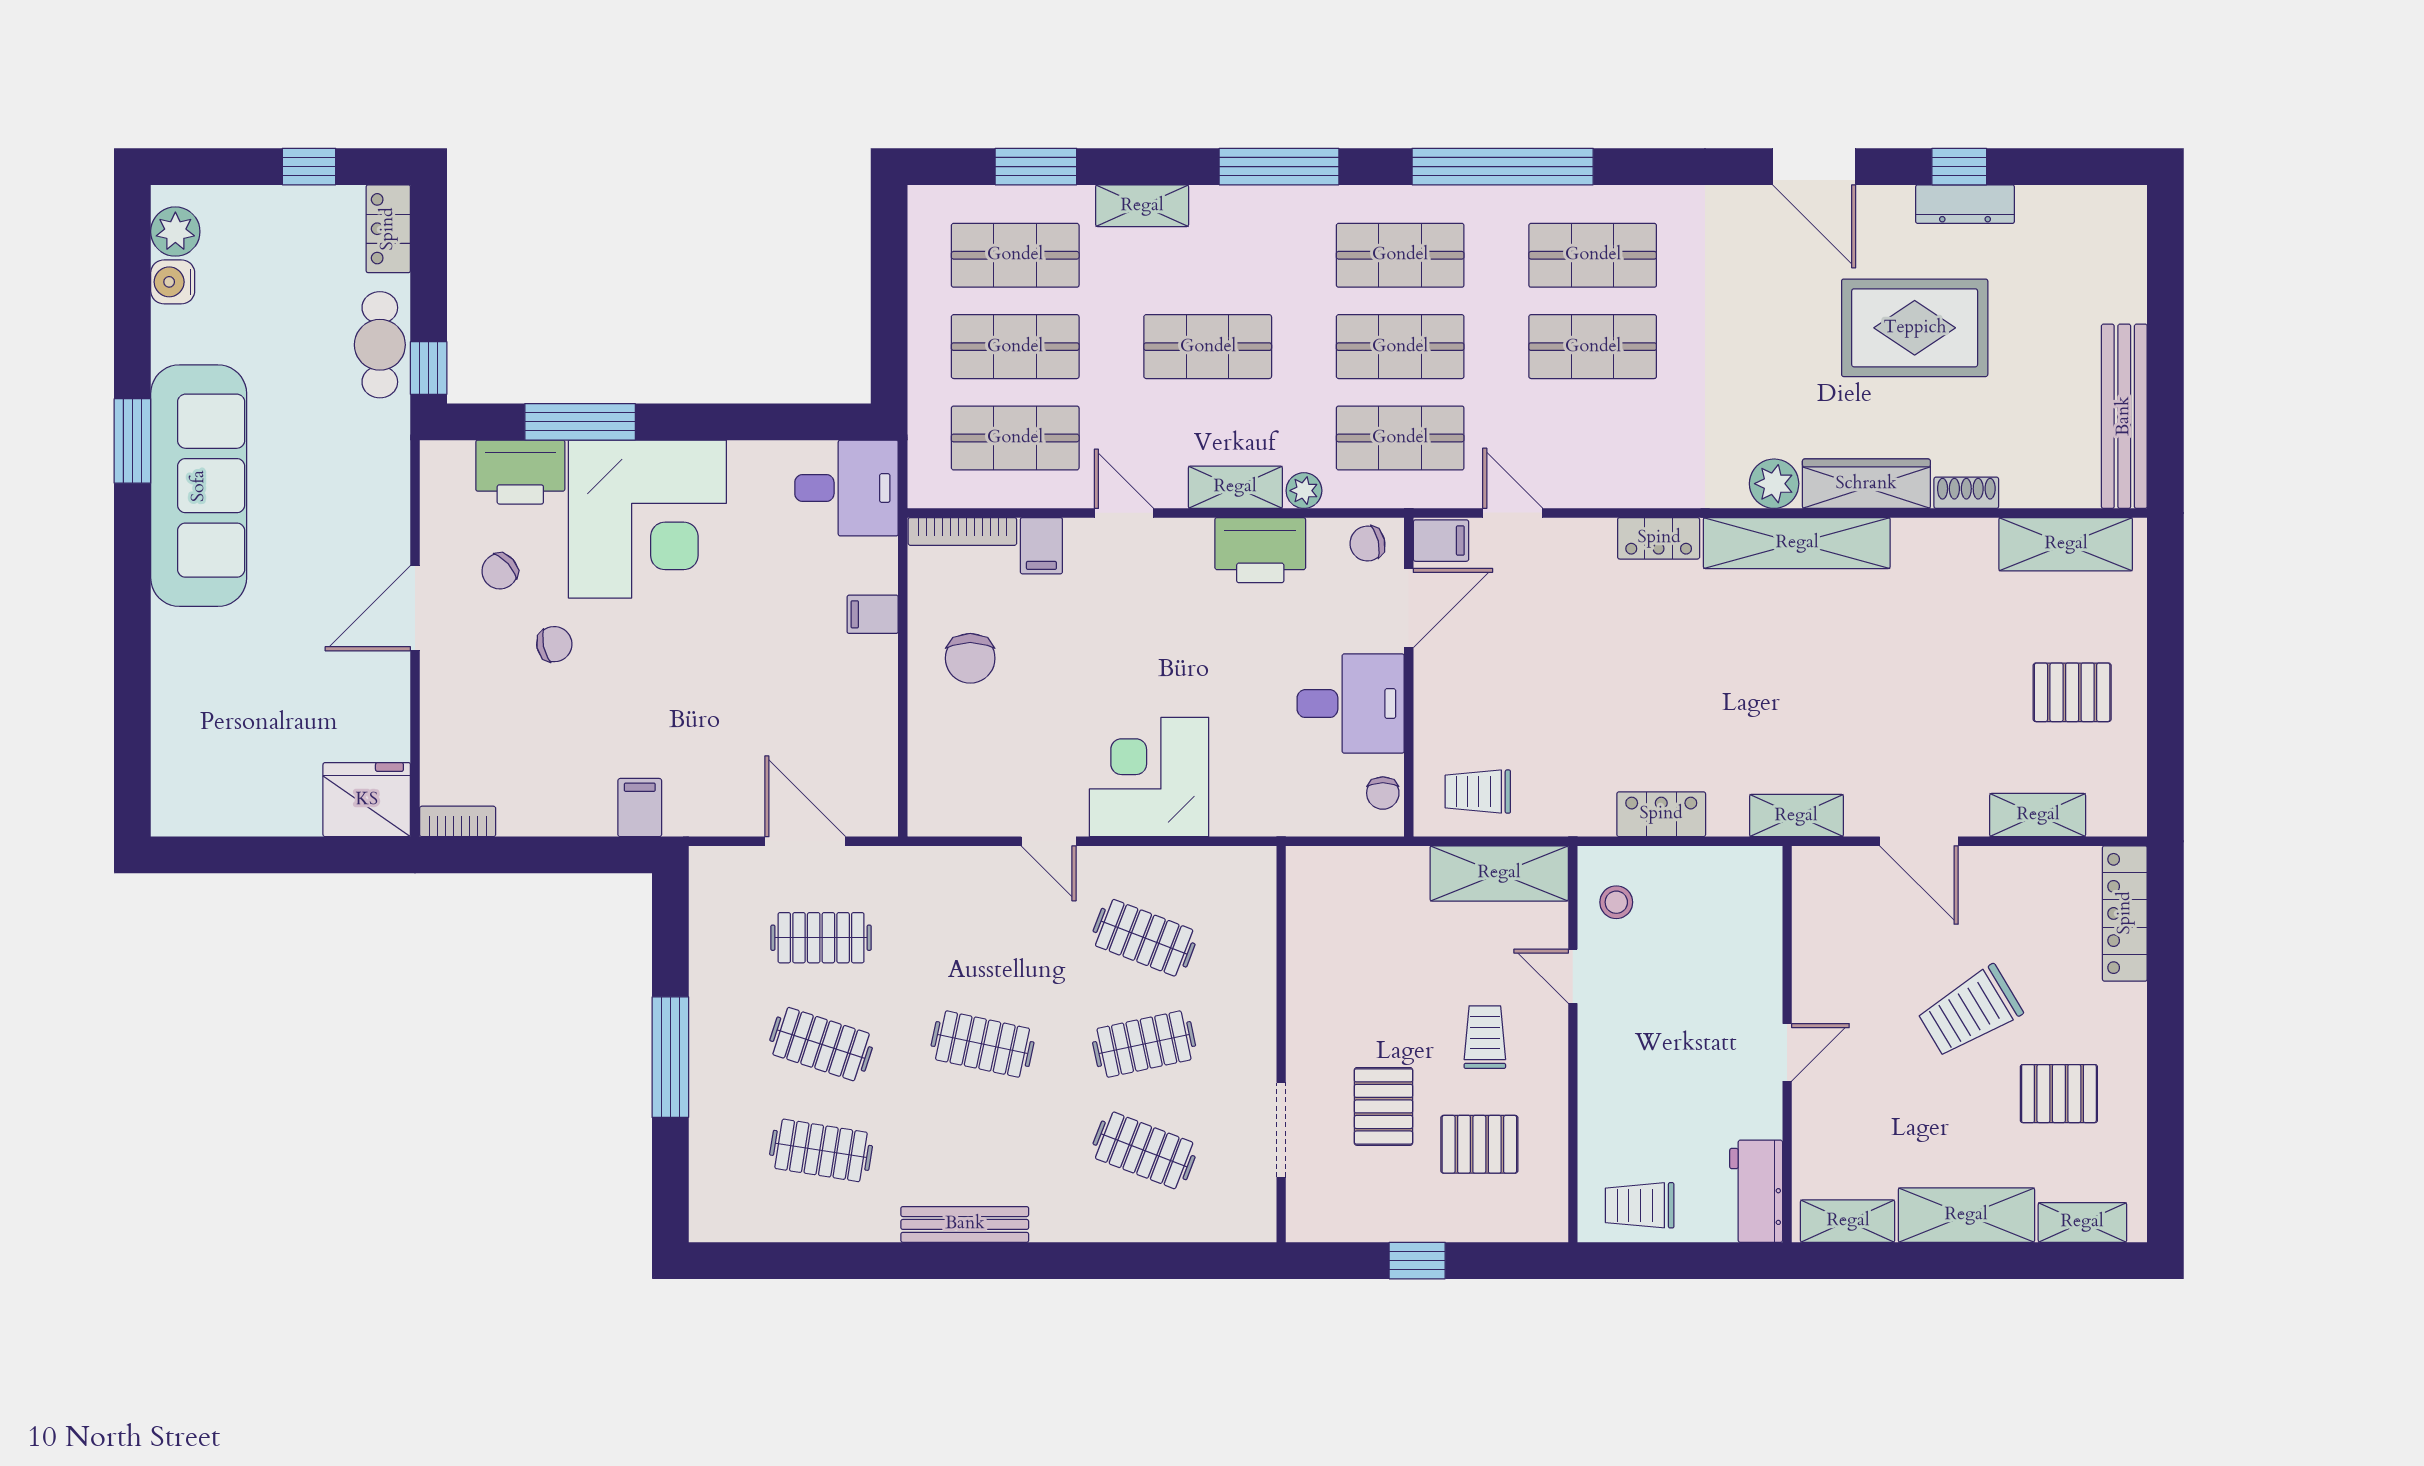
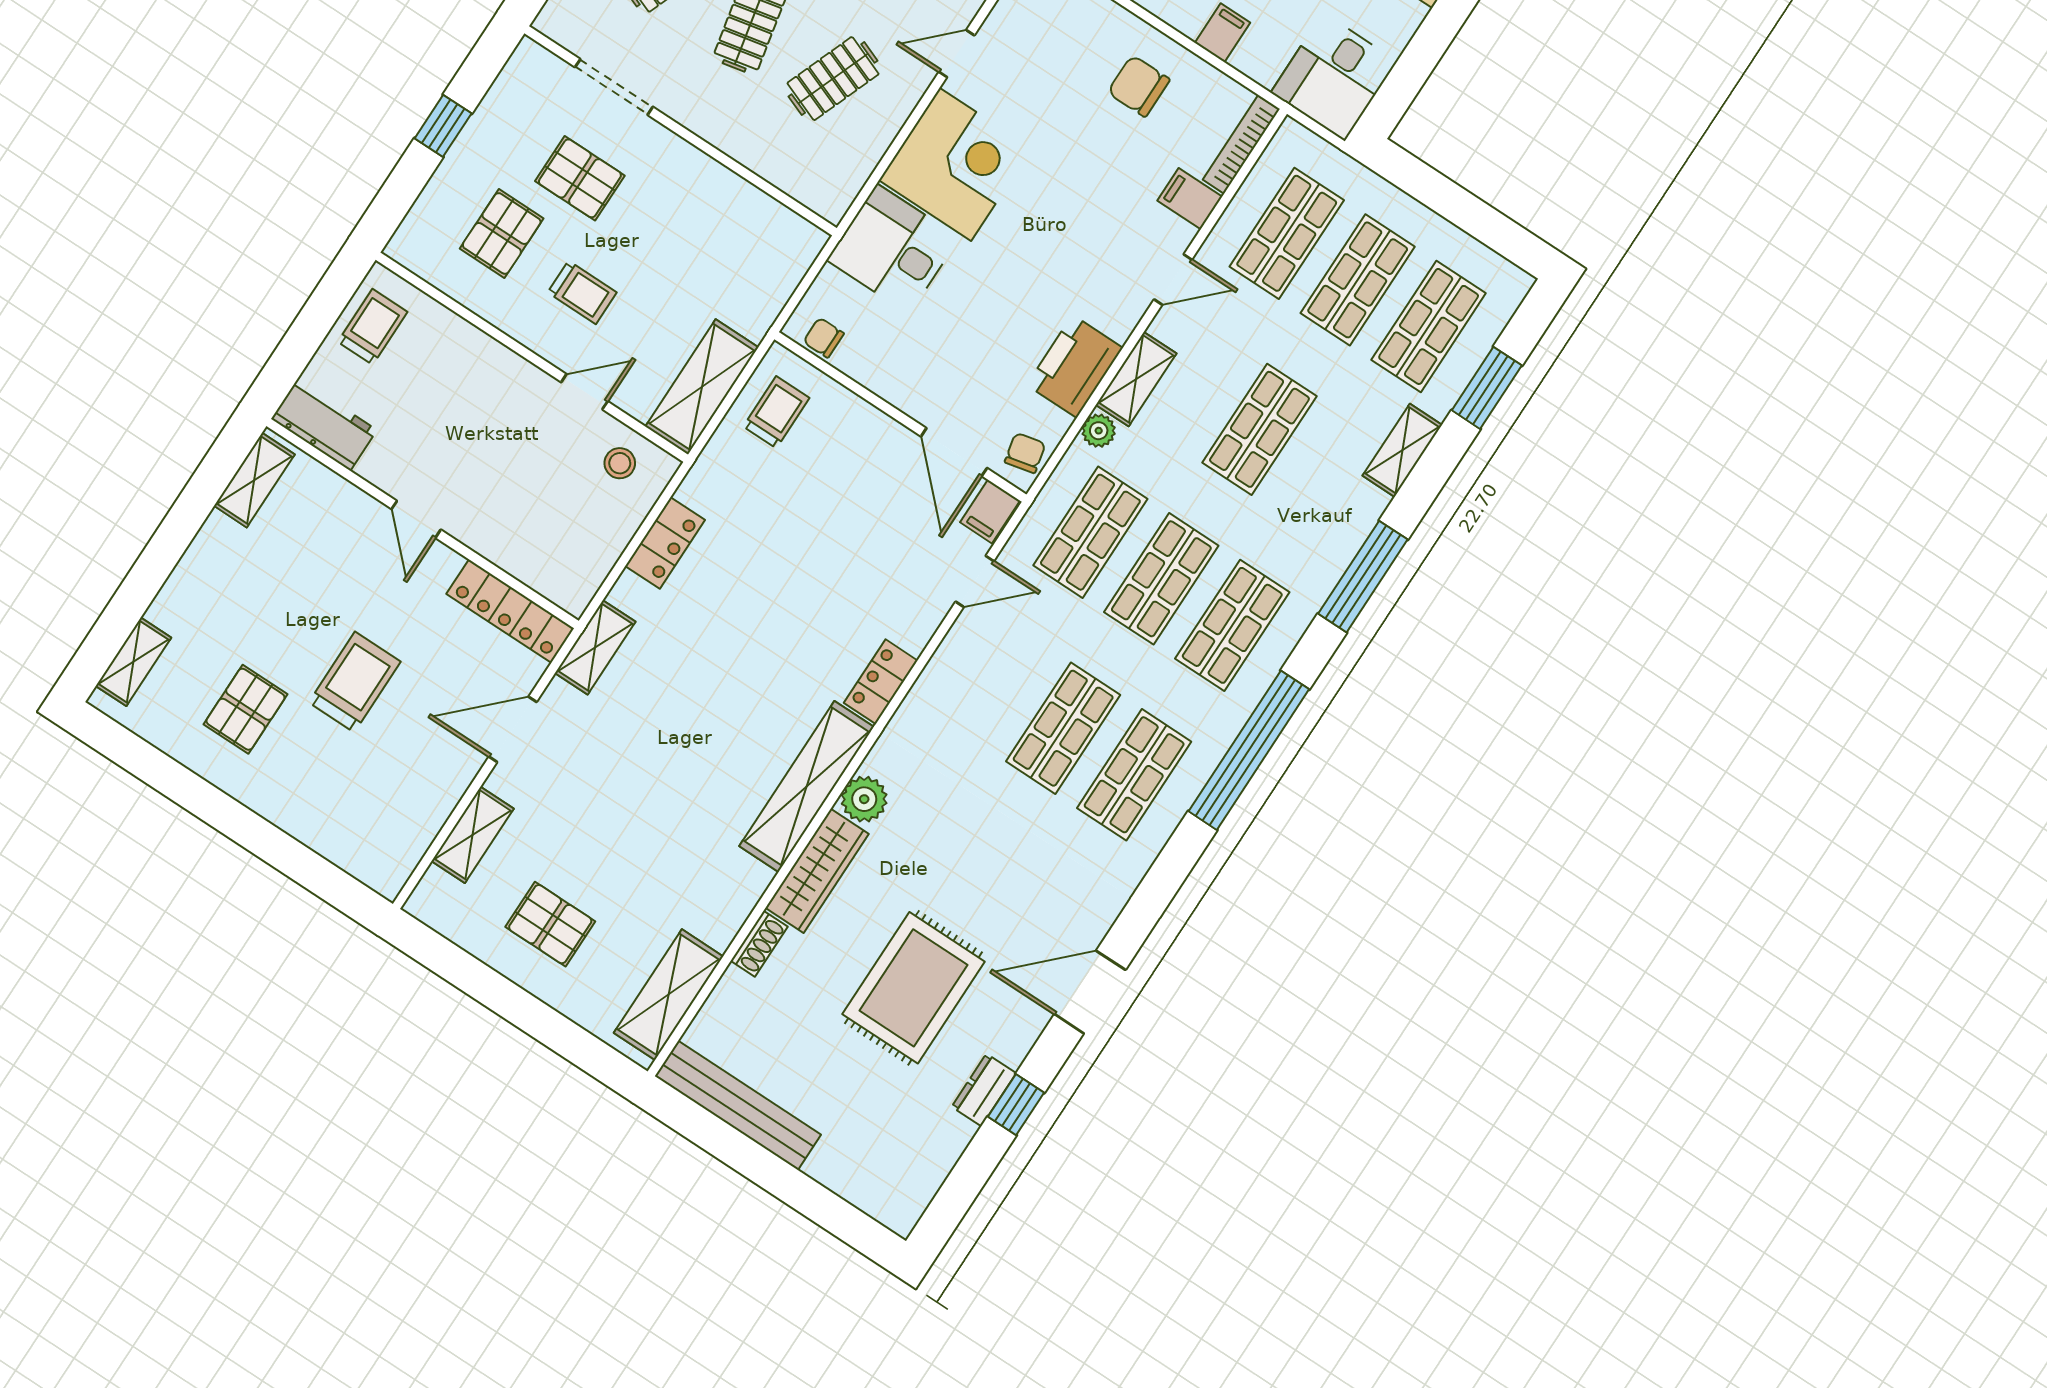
dresser: (1965, 204) -> (984, 1090), width x0.70
pallet: (2072, 692) -> (550, 924), turned 90
desk: (1351, 704) -> (893, 249), moved, turned 90
locker: (2125, 913) -> (510, 611), moved, turned 180
trolley: (1970, 1011) -> (355, 682), turned 31
shelving: (1966, 1215) -> (198, 576), removed

